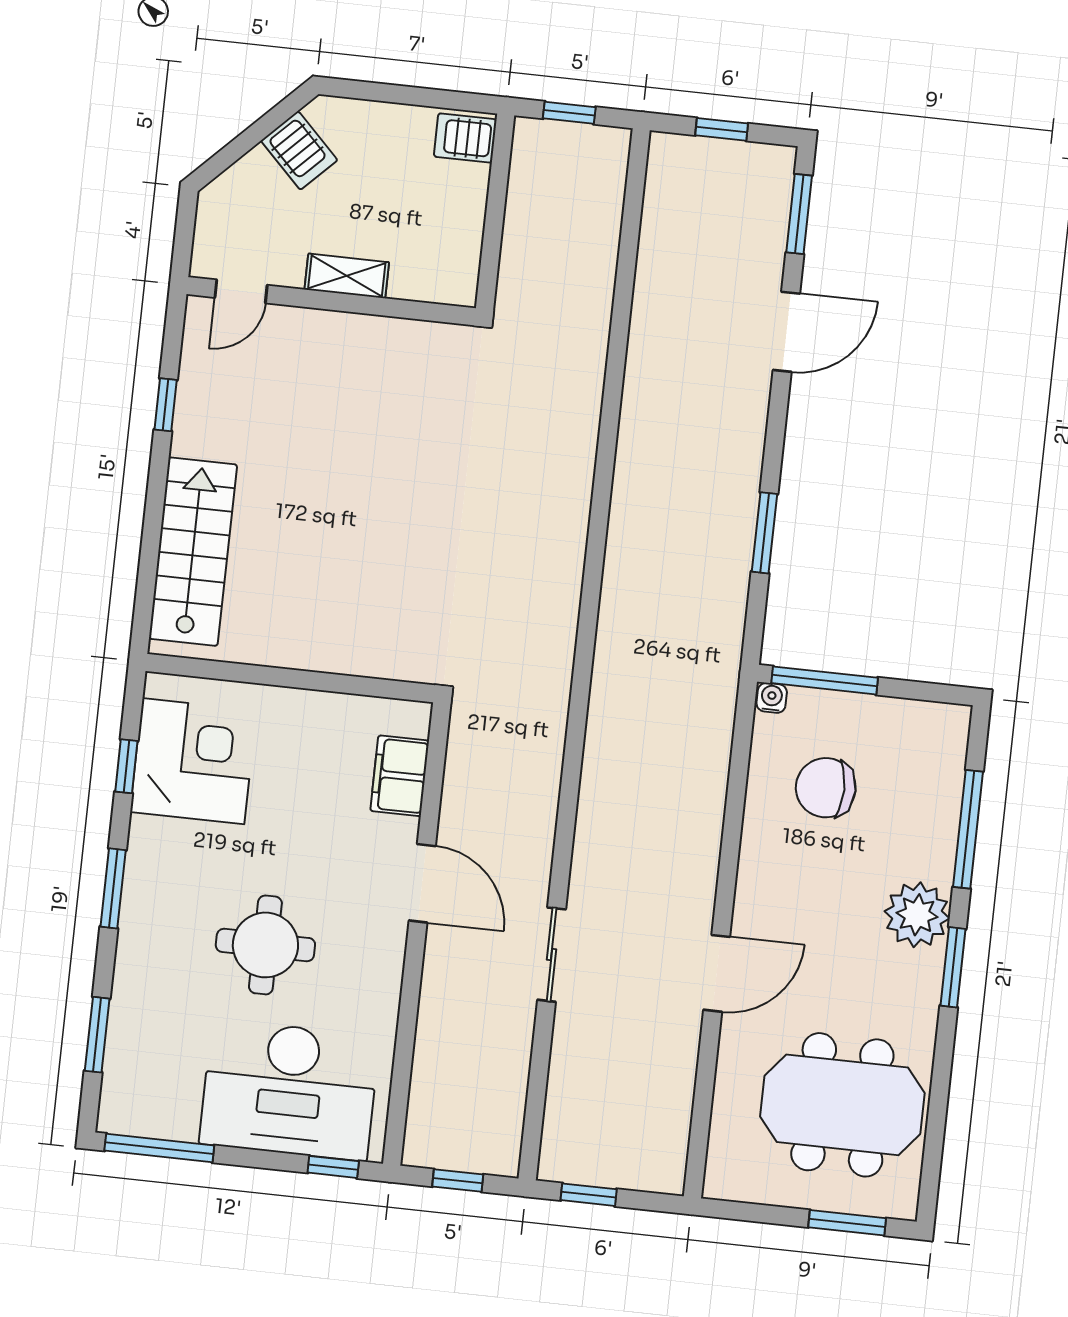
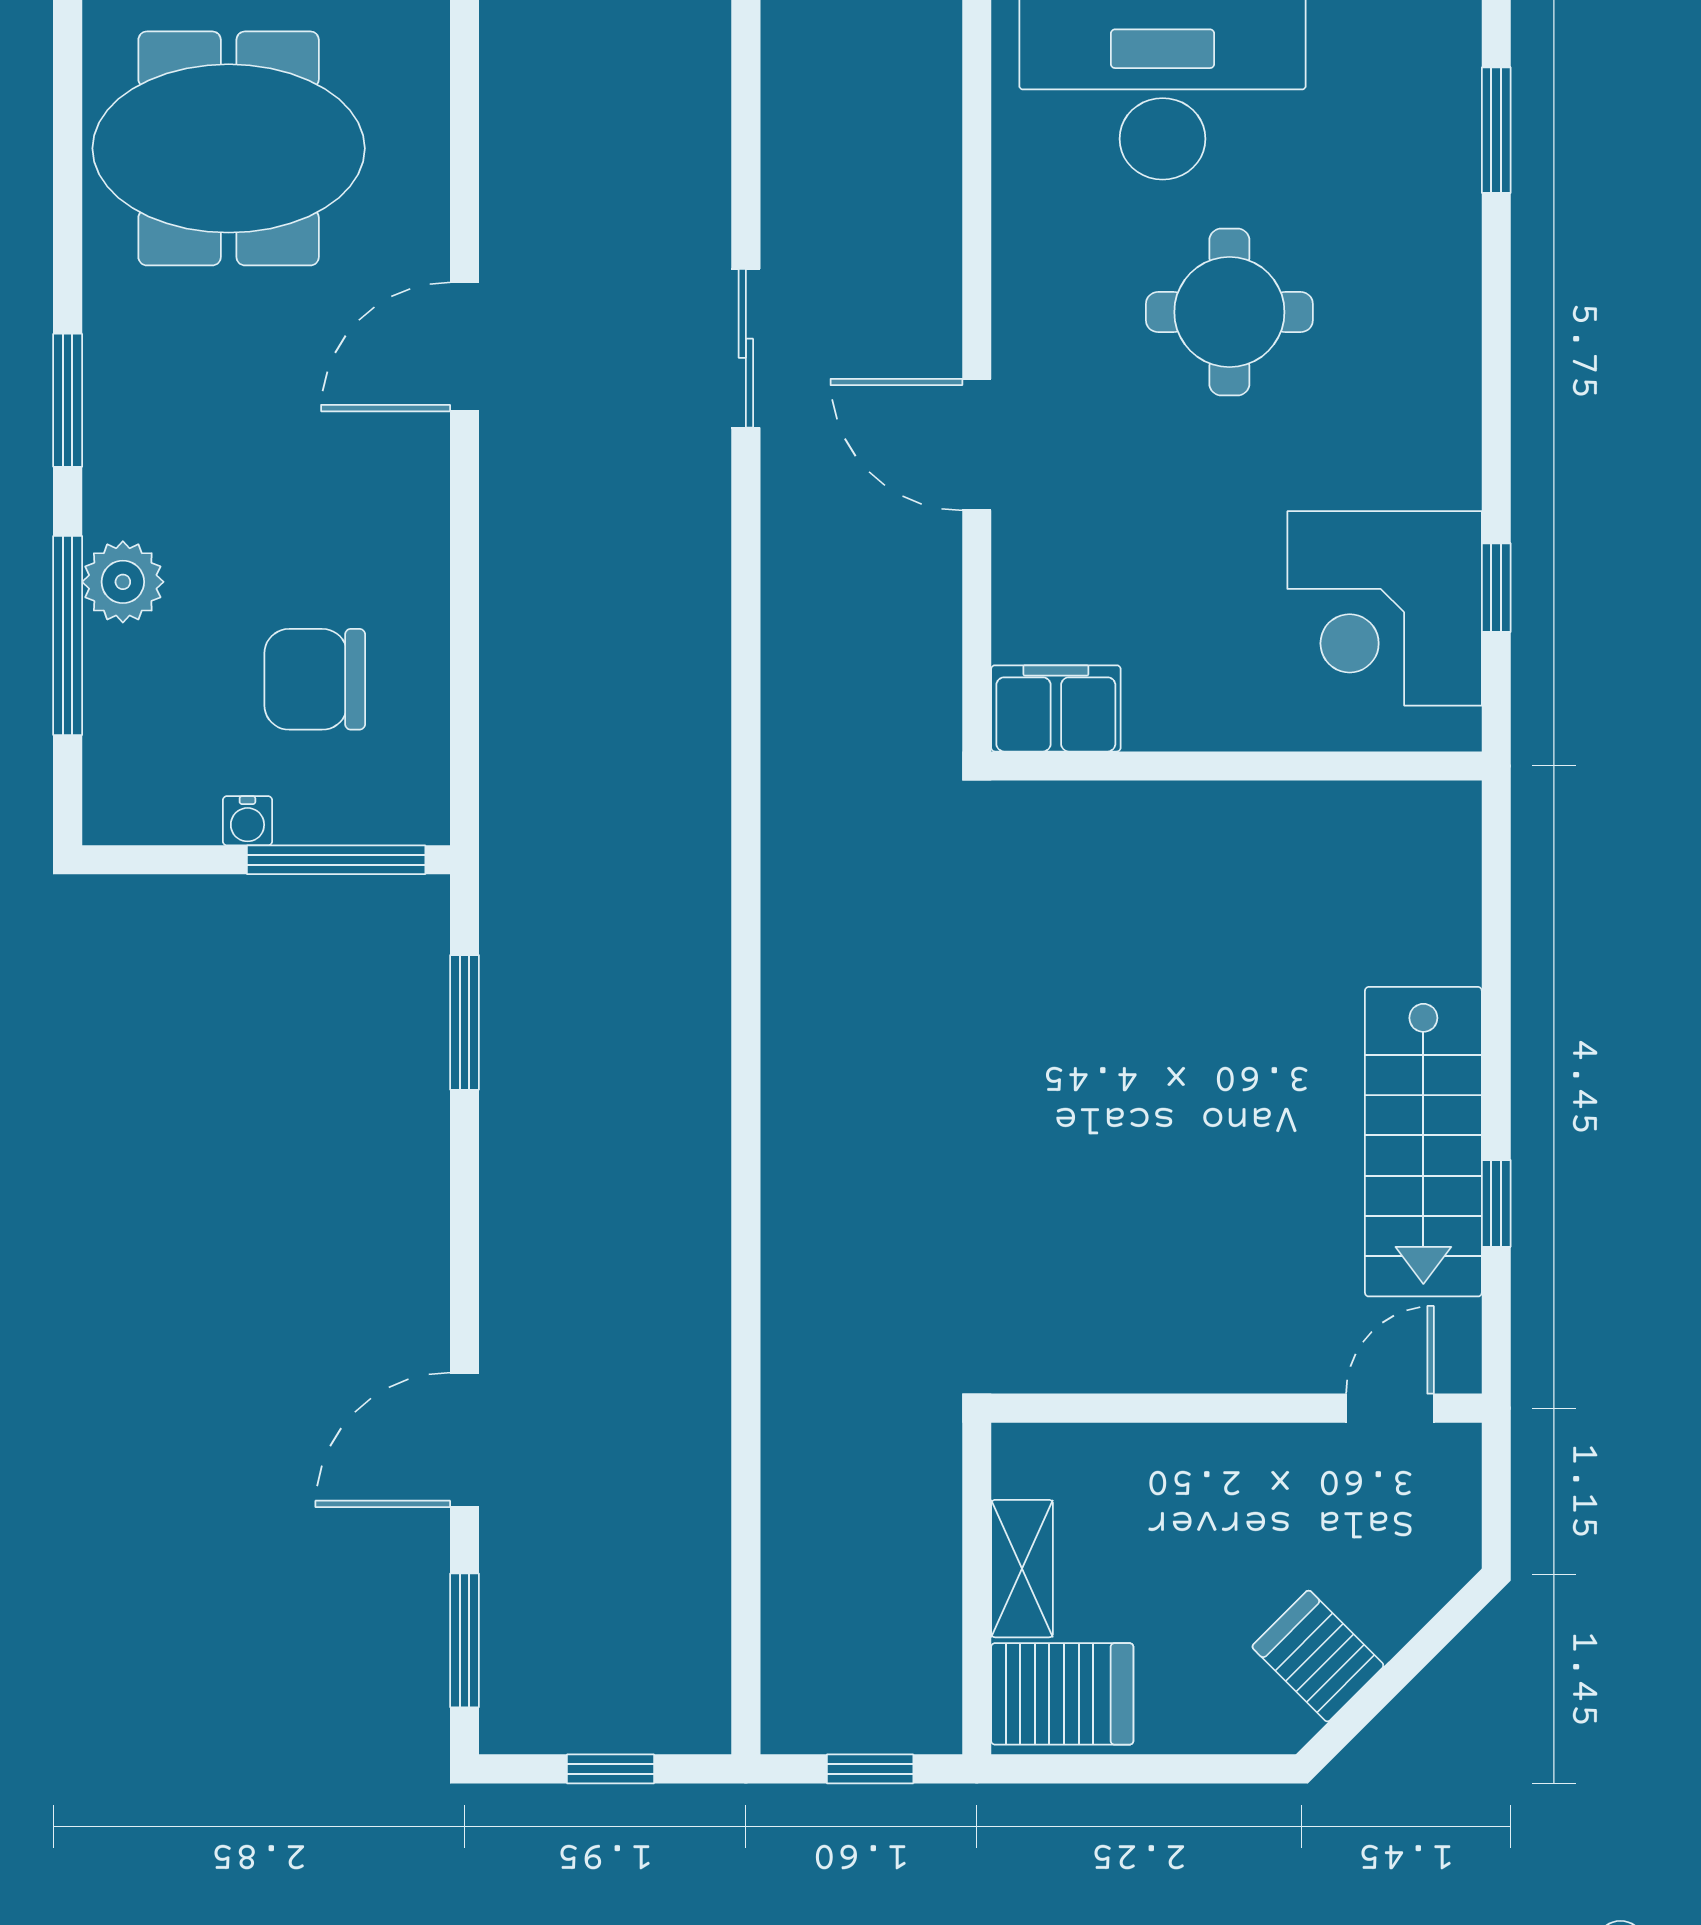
server rack: (465, 138) -> (1062, 1694), width x1.36, depth x1.44
shelving: (347, 276) -> (1022, 1569), moved, turned 90
window: (764, 533) -> (464, 1022), moved
stairs: (193, 552) -> (1423, 1142), moved
water cooler: (772, 698) -> (247, 821), moved
filing cabinet: (400, 776) -> (1056, 708), moved, turned -90
chair: (826, 788) -> (315, 679), turned 180
window: (113, 888) -> (1496, 380), removed
plant: (917, 915) -> (123, 582), moved, width x0.73, depth x0.73

